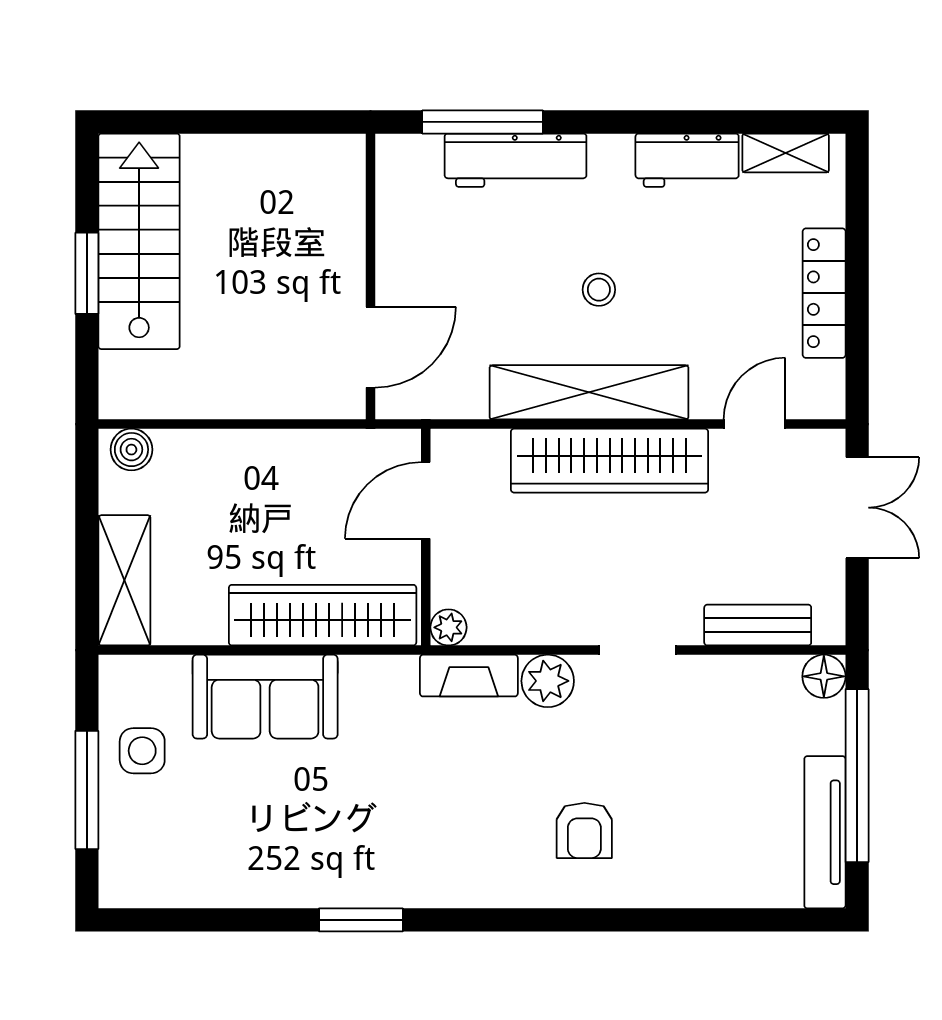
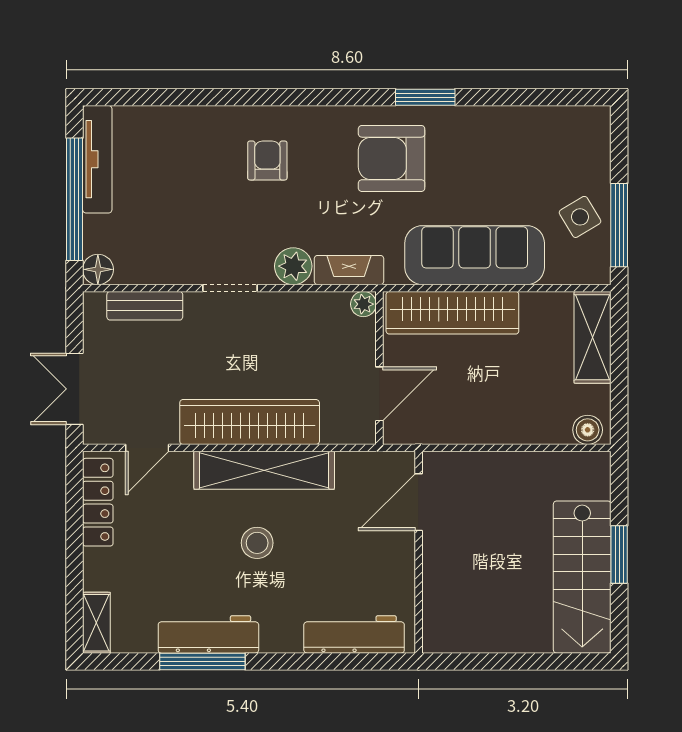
window: (483, 122) -> (202, 661), moved
shelving: (786, 153) -> (96, 623), moved, turned 90
workbench: (516, 160) -> (354, 634), moved
workbench: (687, 160) -> (208, 634), width x1.37
stool: (599, 290) -> (257, 543), width x1.37, depth x1.37
locker: (824, 293) -> (98, 502), moved
sofa: (265, 697) -> (475, 255), width x1.36
side table: (142, 751) -> (580, 217), turned -31
window: (87, 790) -> (619, 225), moved
armchair: (409, 833) -> (392, 158), added

